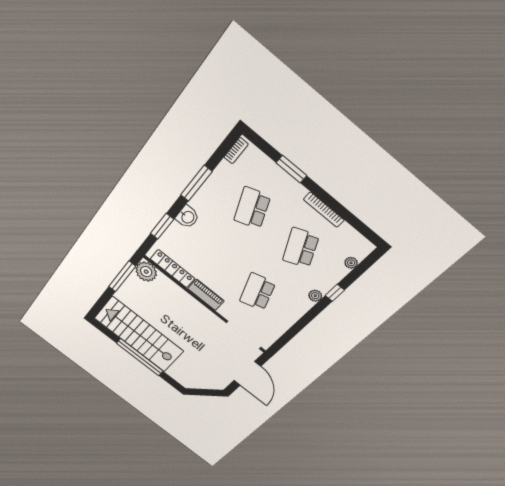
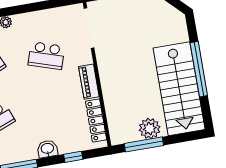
window: (162, 226) -> (73, 157), width x0.67
plant: (146, 272) -> (150, 128), moved
school desk: (257, 292) -> (46, 56), turned 36

